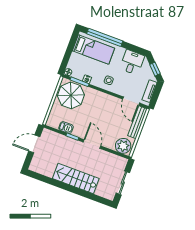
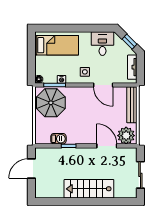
window: (105, 37) -> (64, 28), removed
door: (131, 101) -> (103, 85), moved
door: (92, 144) -> (107, 146), moved

